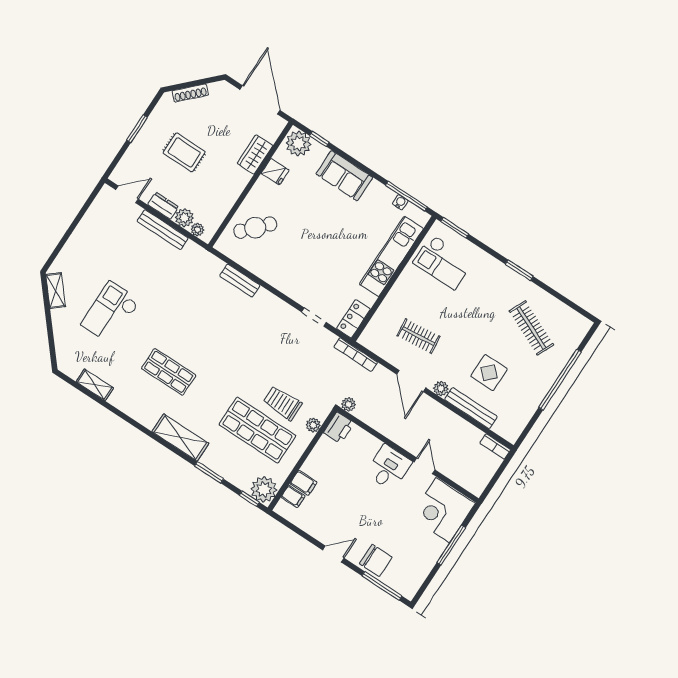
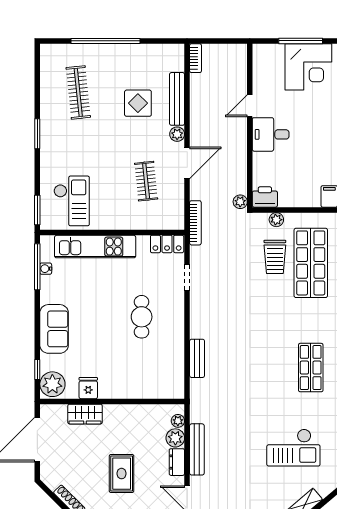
cafe table: (255, 228) -> (142, 317), moved, turned 47
clothes rail: (531, 328) -> (78, 92), turned -30
corner desk: (443, 510) -> (308, 67), moved

